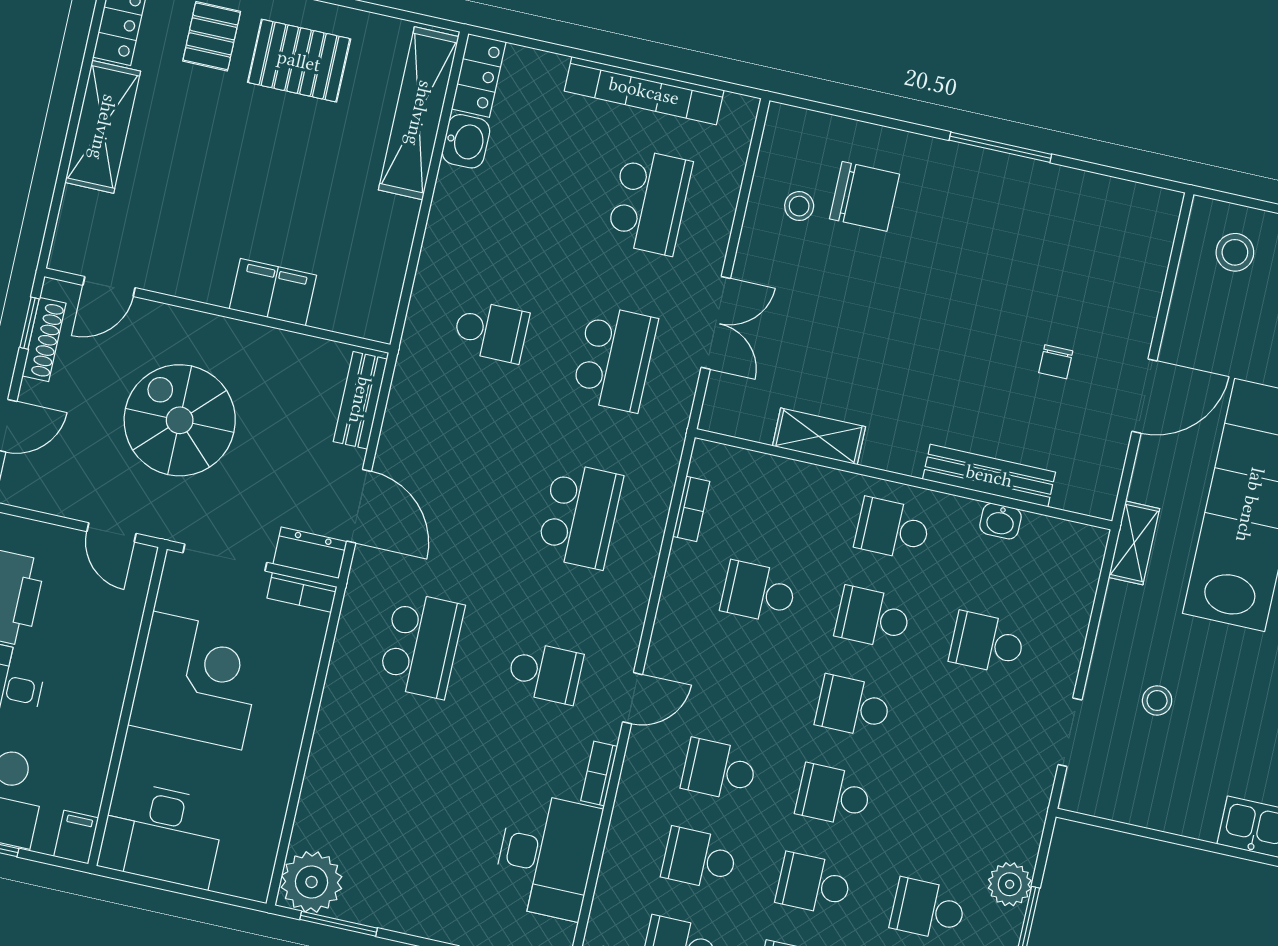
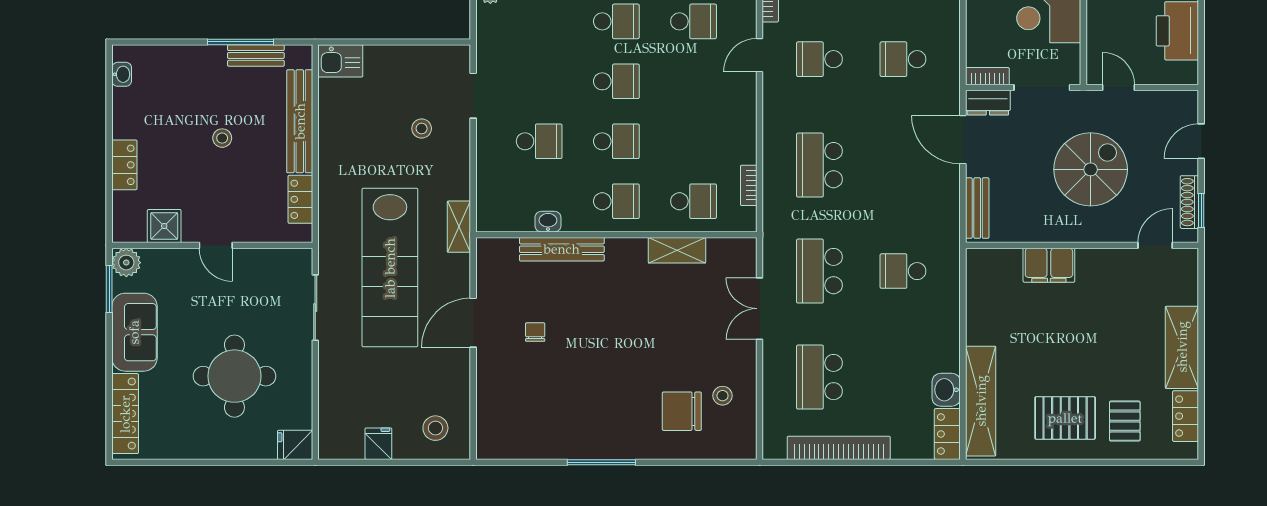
spiral stairs: (180, 420) -> (1091, 169), turned -90
school desk: (759, 592) -> (694, 201), moved
school desk: (421, 645) -> (903, 59), width x0.54

